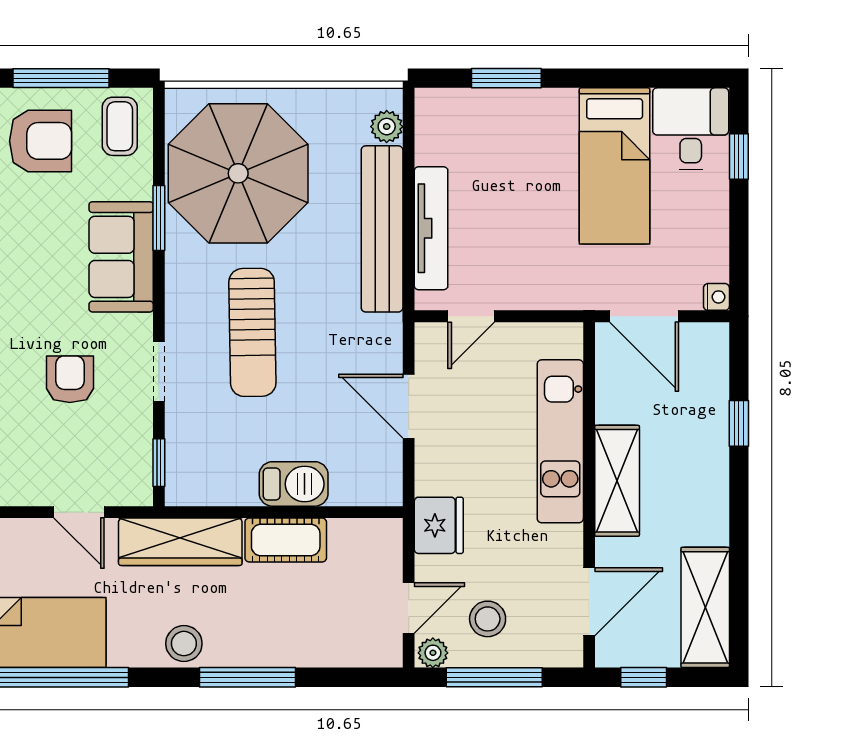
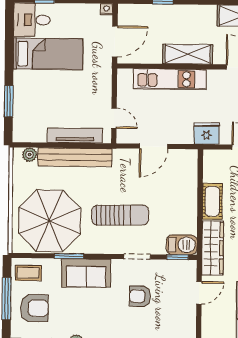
armchair: (41, 141) -> (34, 308), turned 90
barbecue: (294, 484) -> (182, 245), moved, turned 90

